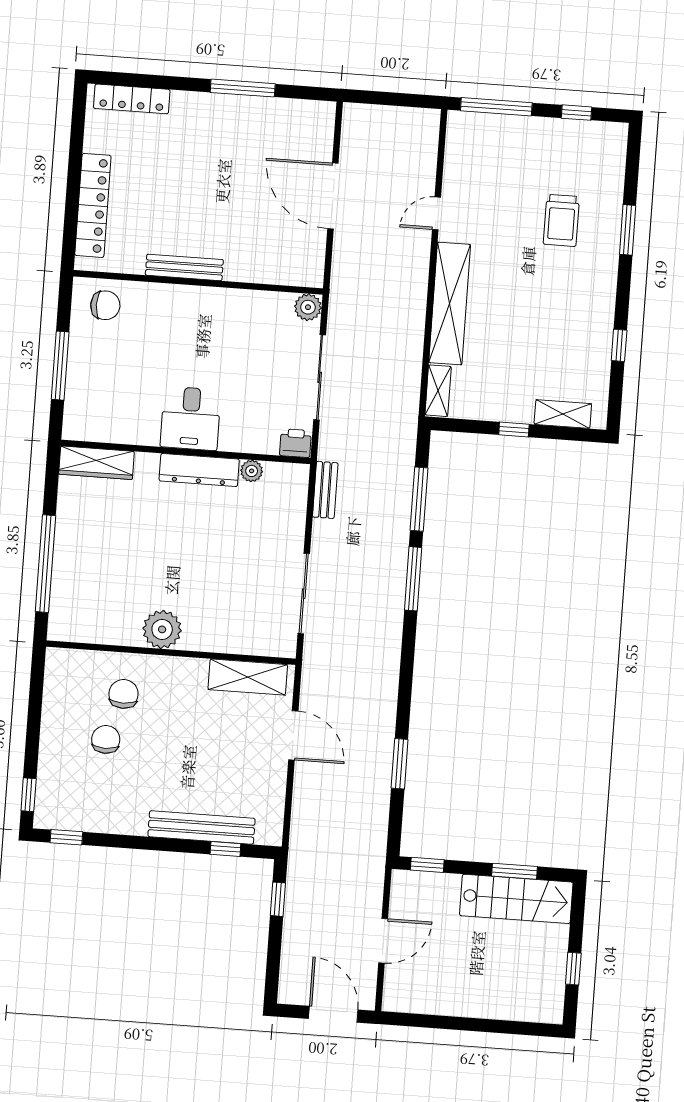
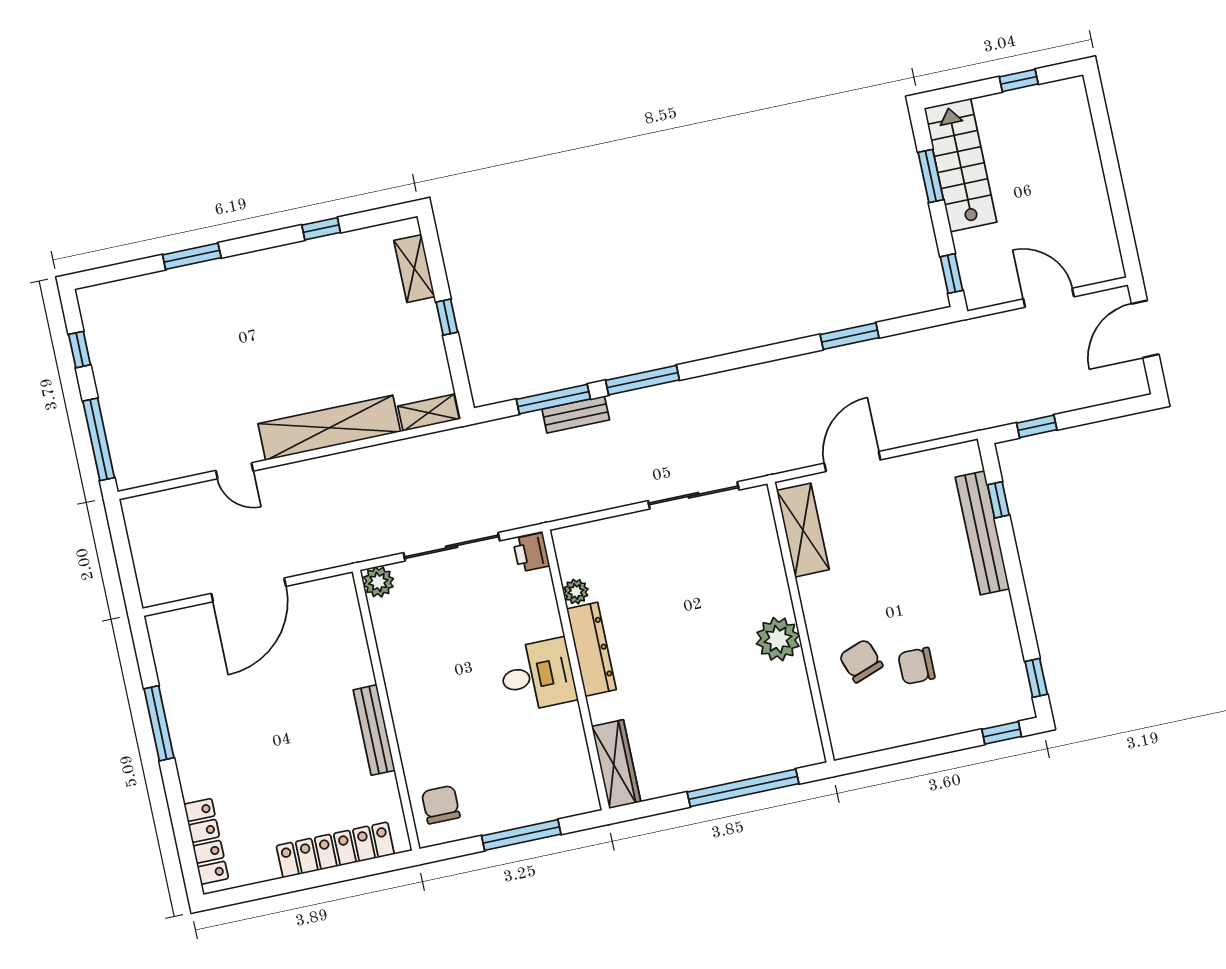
trolley: (561, 220) -> (203, 332), removed
bench: (325, 490) -> (576, 414), moved
chair: (124, 694) -> (861, 661), turned 70

